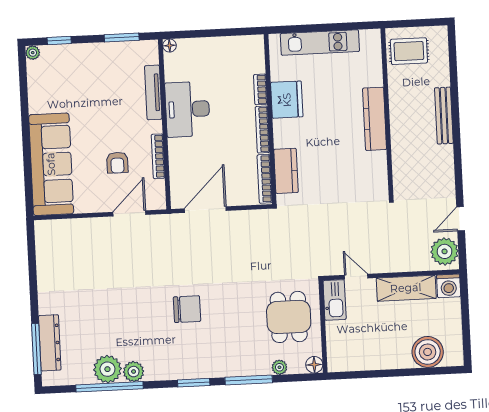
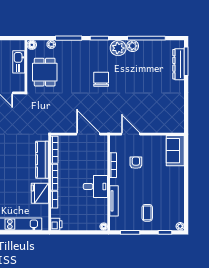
printer: (254, 46) -> (56, 224), added
coffee table: (93, 74) -> (147, 213), added
desk: (187, 109) -> (95, 186), width x0.73
sofa: (51, 164) -> (175, 151), width x0.54, depth x0.79
kitchen counter: (286, 171) -> (42, 160), width x1.50
door: (205, 210) -> (88, 134), swing flipped
door: (129, 213) -> (131, 134), swing flipped
kitchen sink: (335, 300) -> (19, 62), moved
chair: (187, 309) -> (101, 79), turned 90
plant: (107, 369) -> (118, 48), moved

